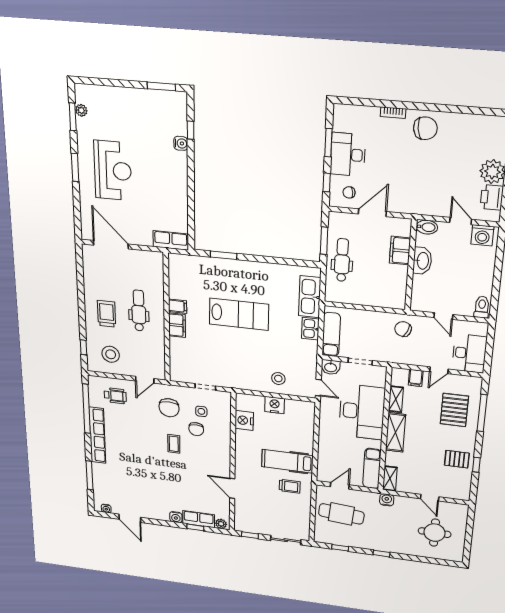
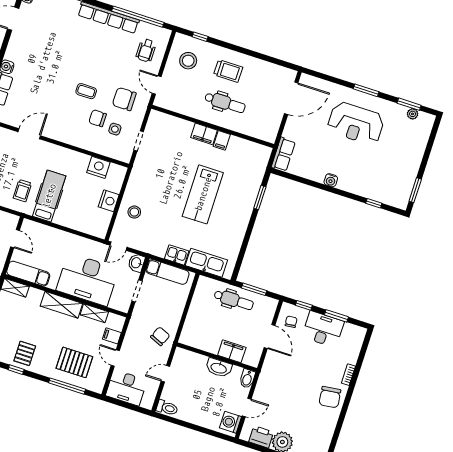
water cooler: (181, 143) -> (331, 180), moved

